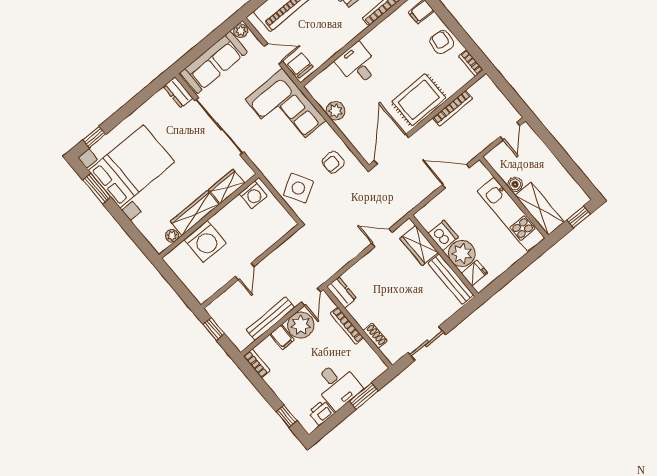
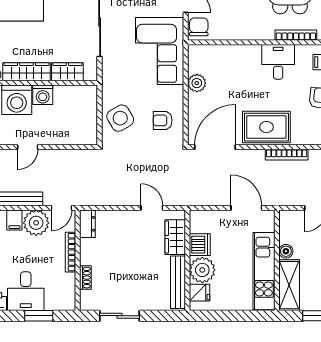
desk: (357, 64) -> (278, 62), moved
washing machine: (253, 195) -> (43, 95), moved

